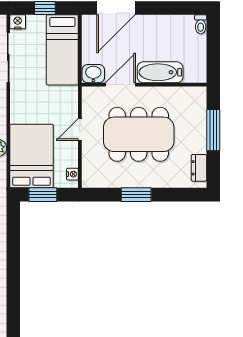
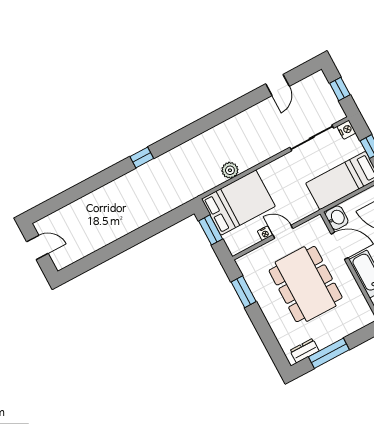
window: (213, 130) -> (329, 353), moved
nightstand: (72, 174) -> (265, 233), moved
window: (136, 195) -> (244, 292), moved

